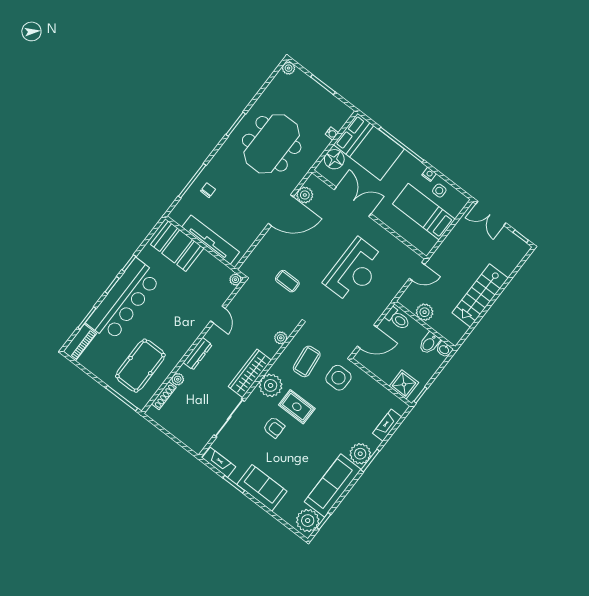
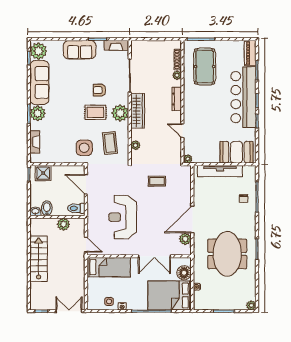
bed: (424, 212) -> (109, 267), moved
door: (417, 271) -> (86, 245), swing flipped
door: (367, 337) -> (86, 184), hinge flipped

